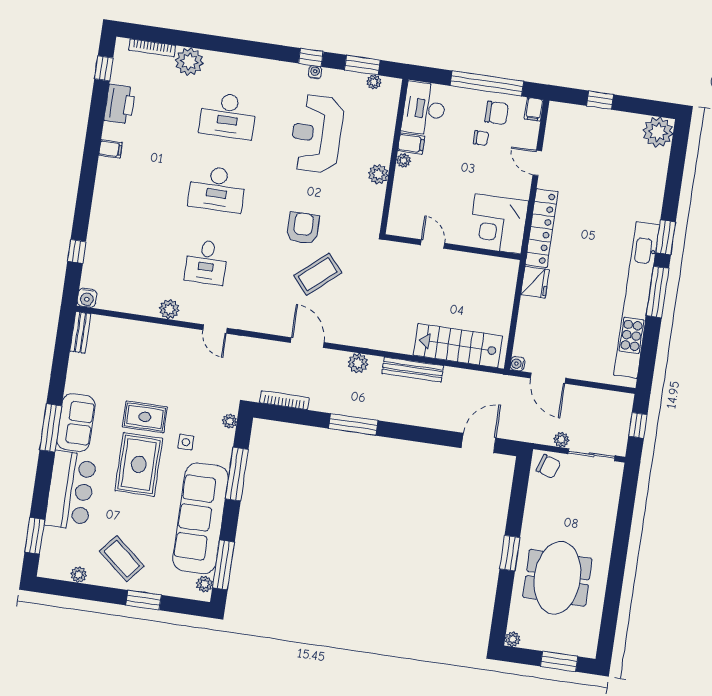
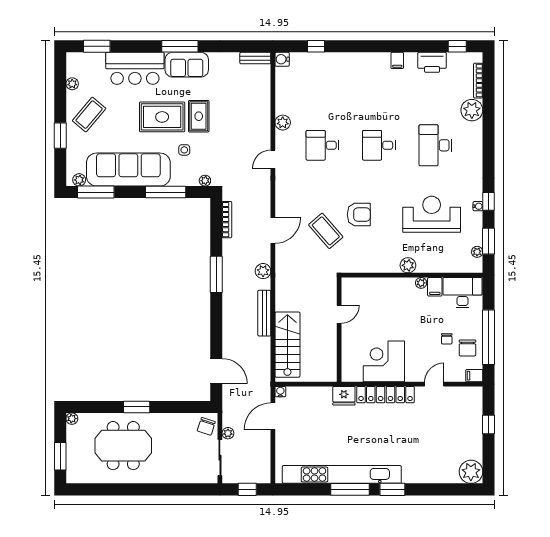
desk: (217, 189) -> (379, 145), width x0.73
door: (433, 244) -> (339, 314), moved
wall: (453, 247) -> (339, 330), moved

